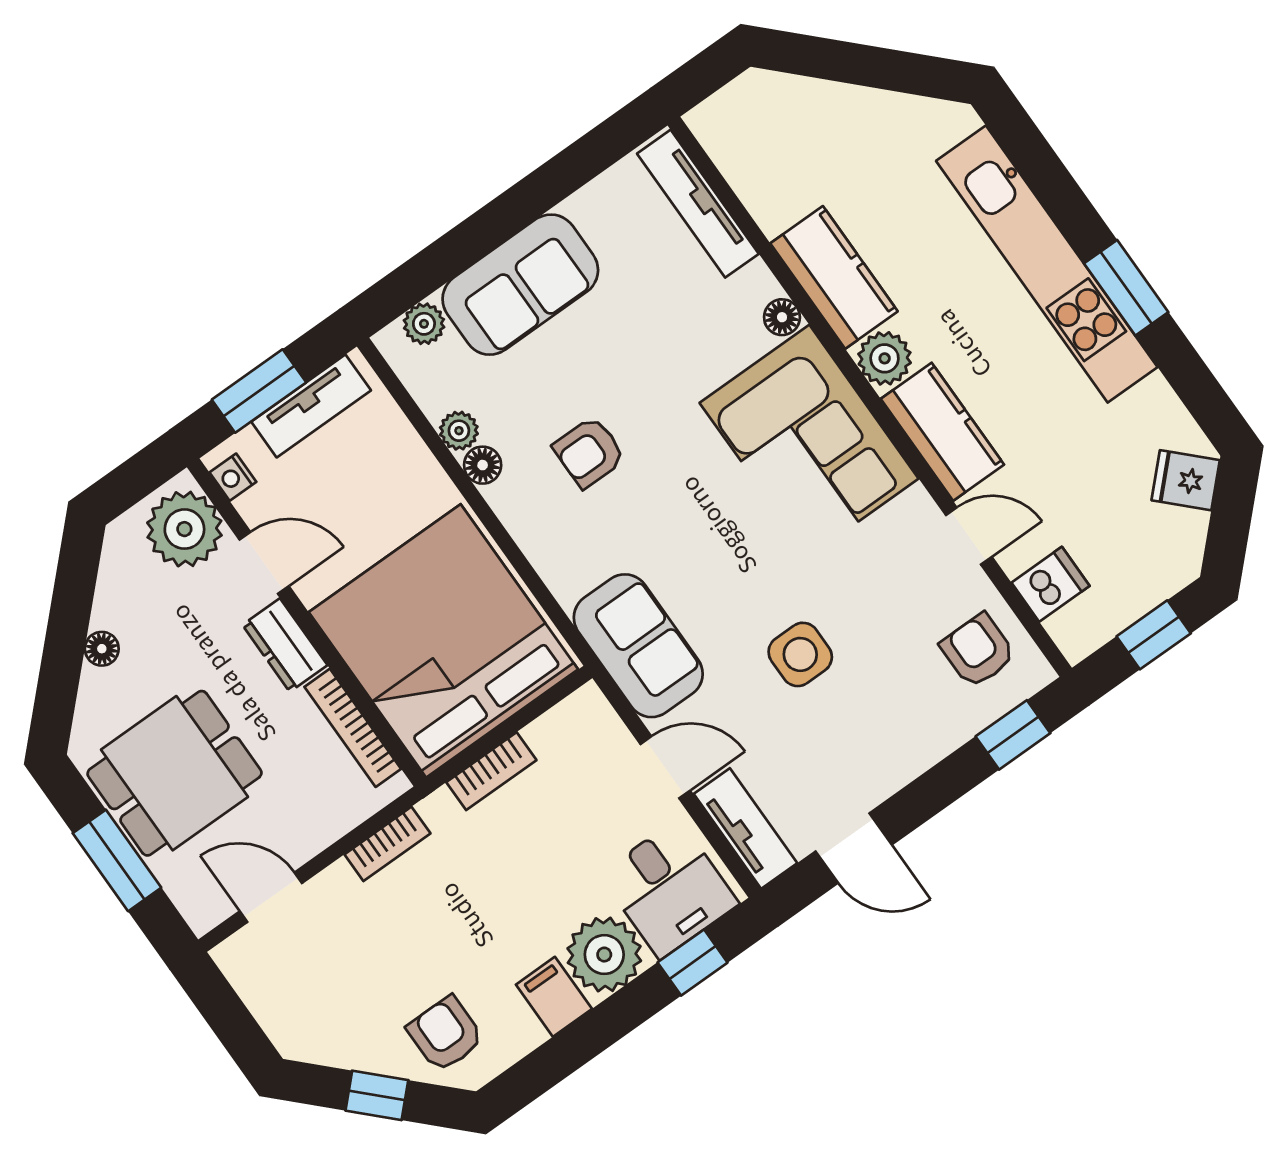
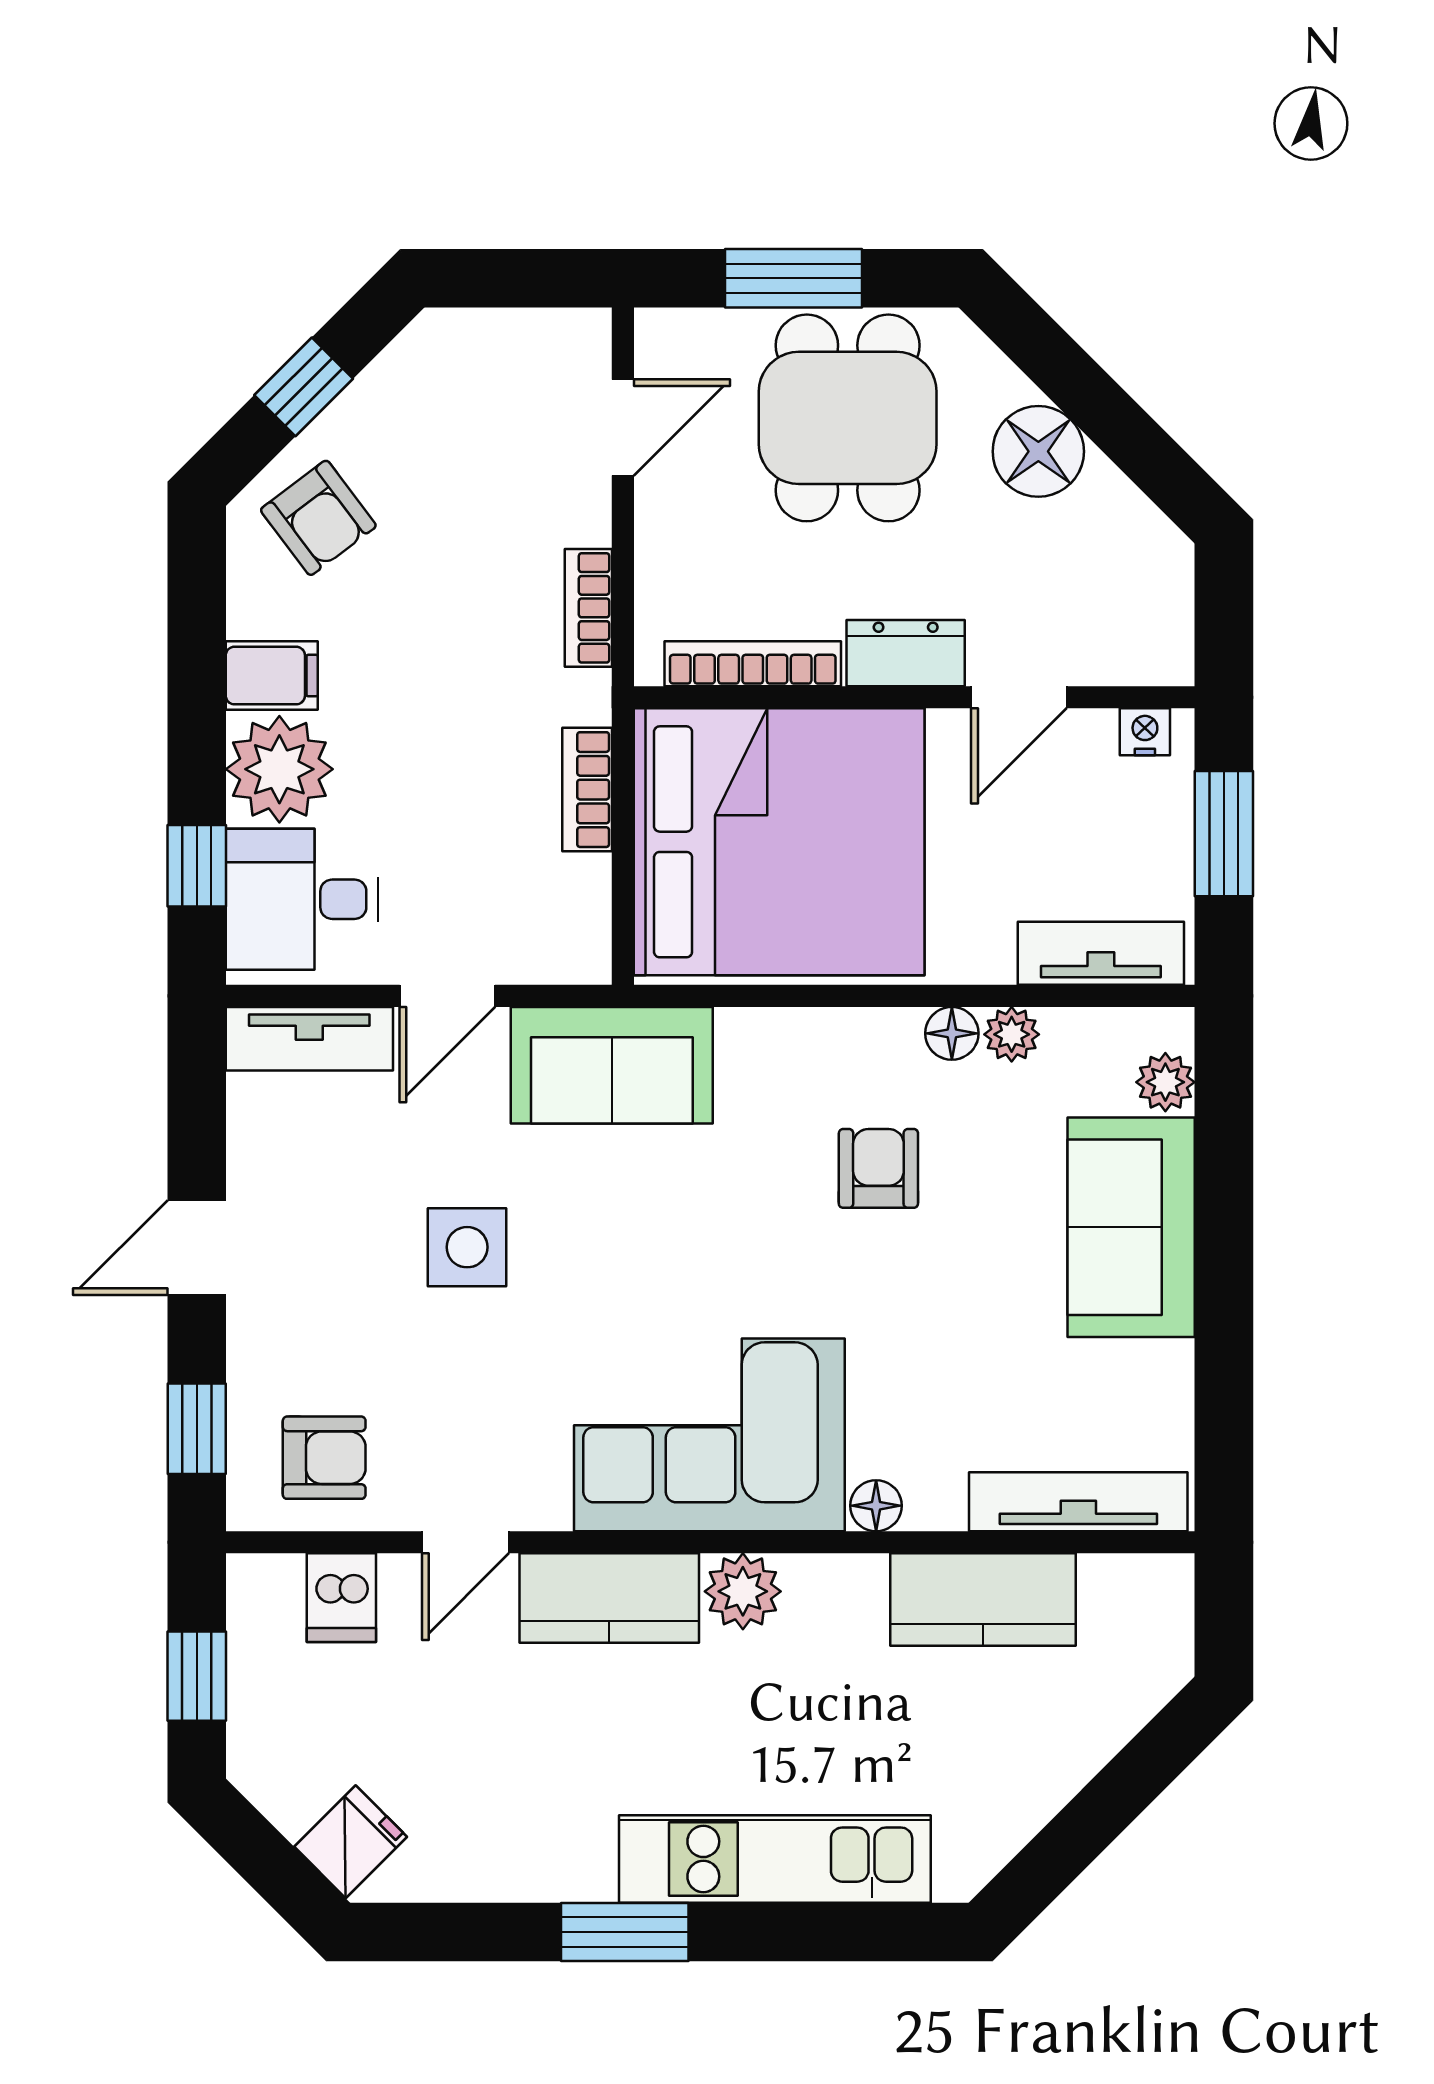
kitchen unit: (1047, 264) -> (775, 1859), width x0.73
kitchen counter: (834, 277) -> (983, 1599), moved
tv unit: (311, 406) -> (1101, 953), moved, turned 90
plant: (184, 529) -> (1125, 632), removed
floor lamp: (102, 649) -> (1038, 451), width x1.89, depth x1.89
door: (854, 848) -> (197, 1248), moved
armchair: (445, 1034) -> (318, 518), turned 53

